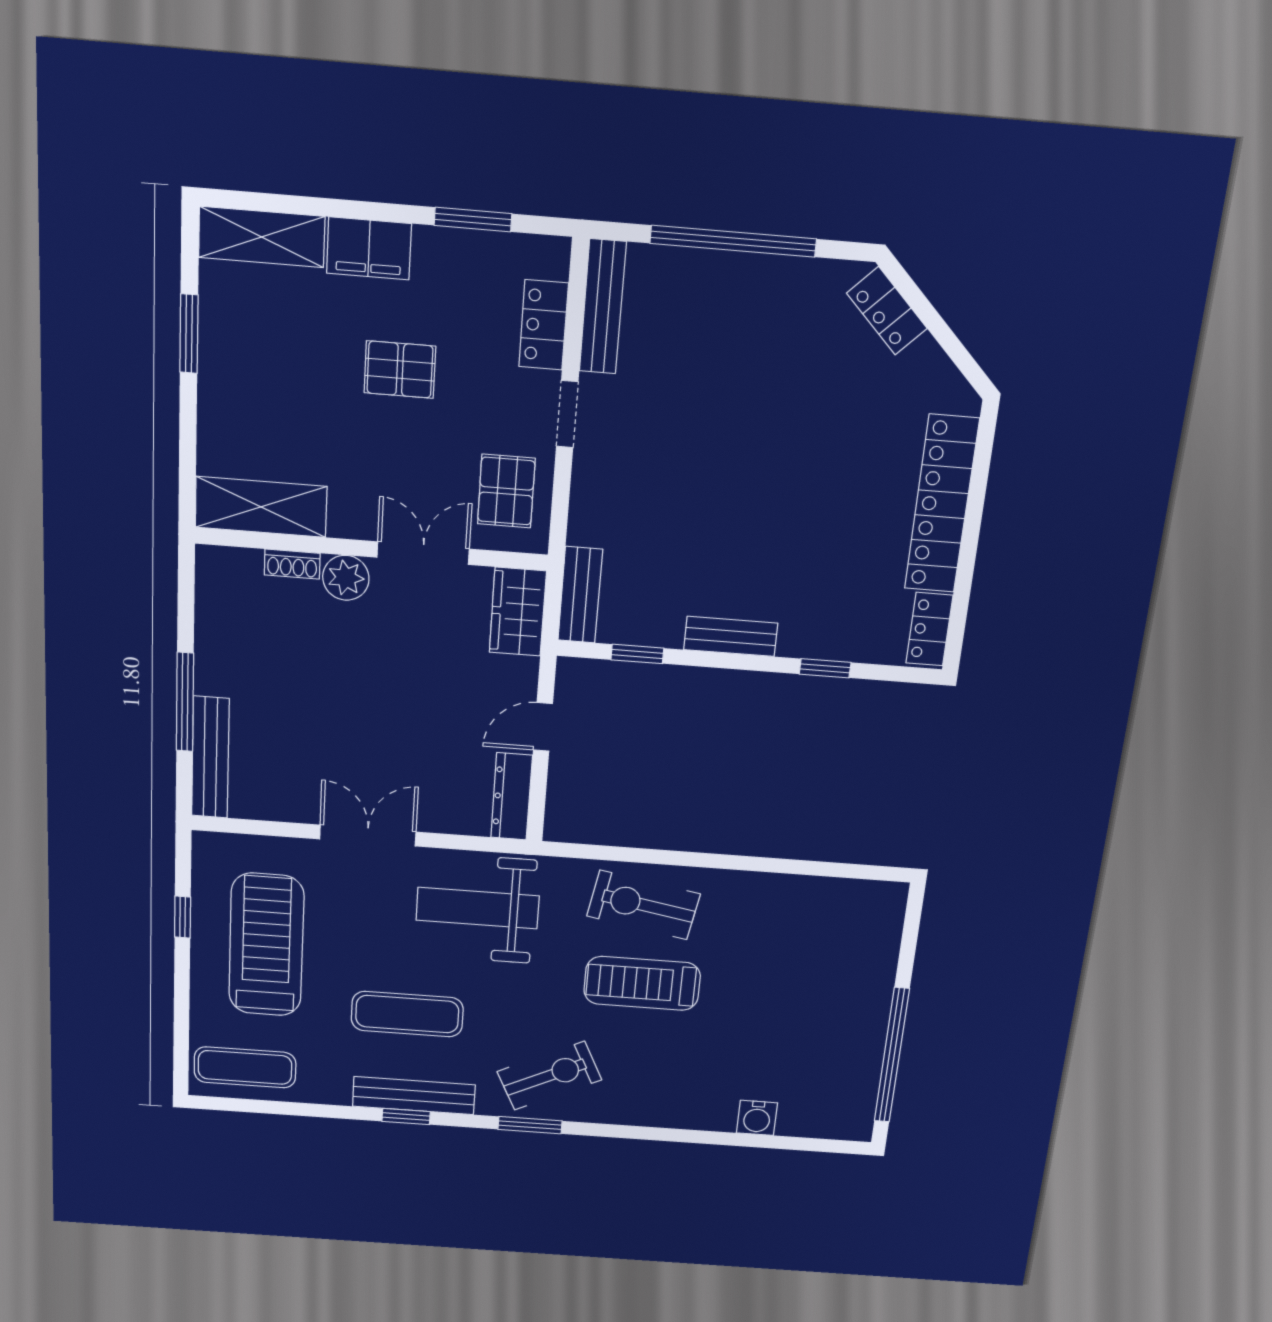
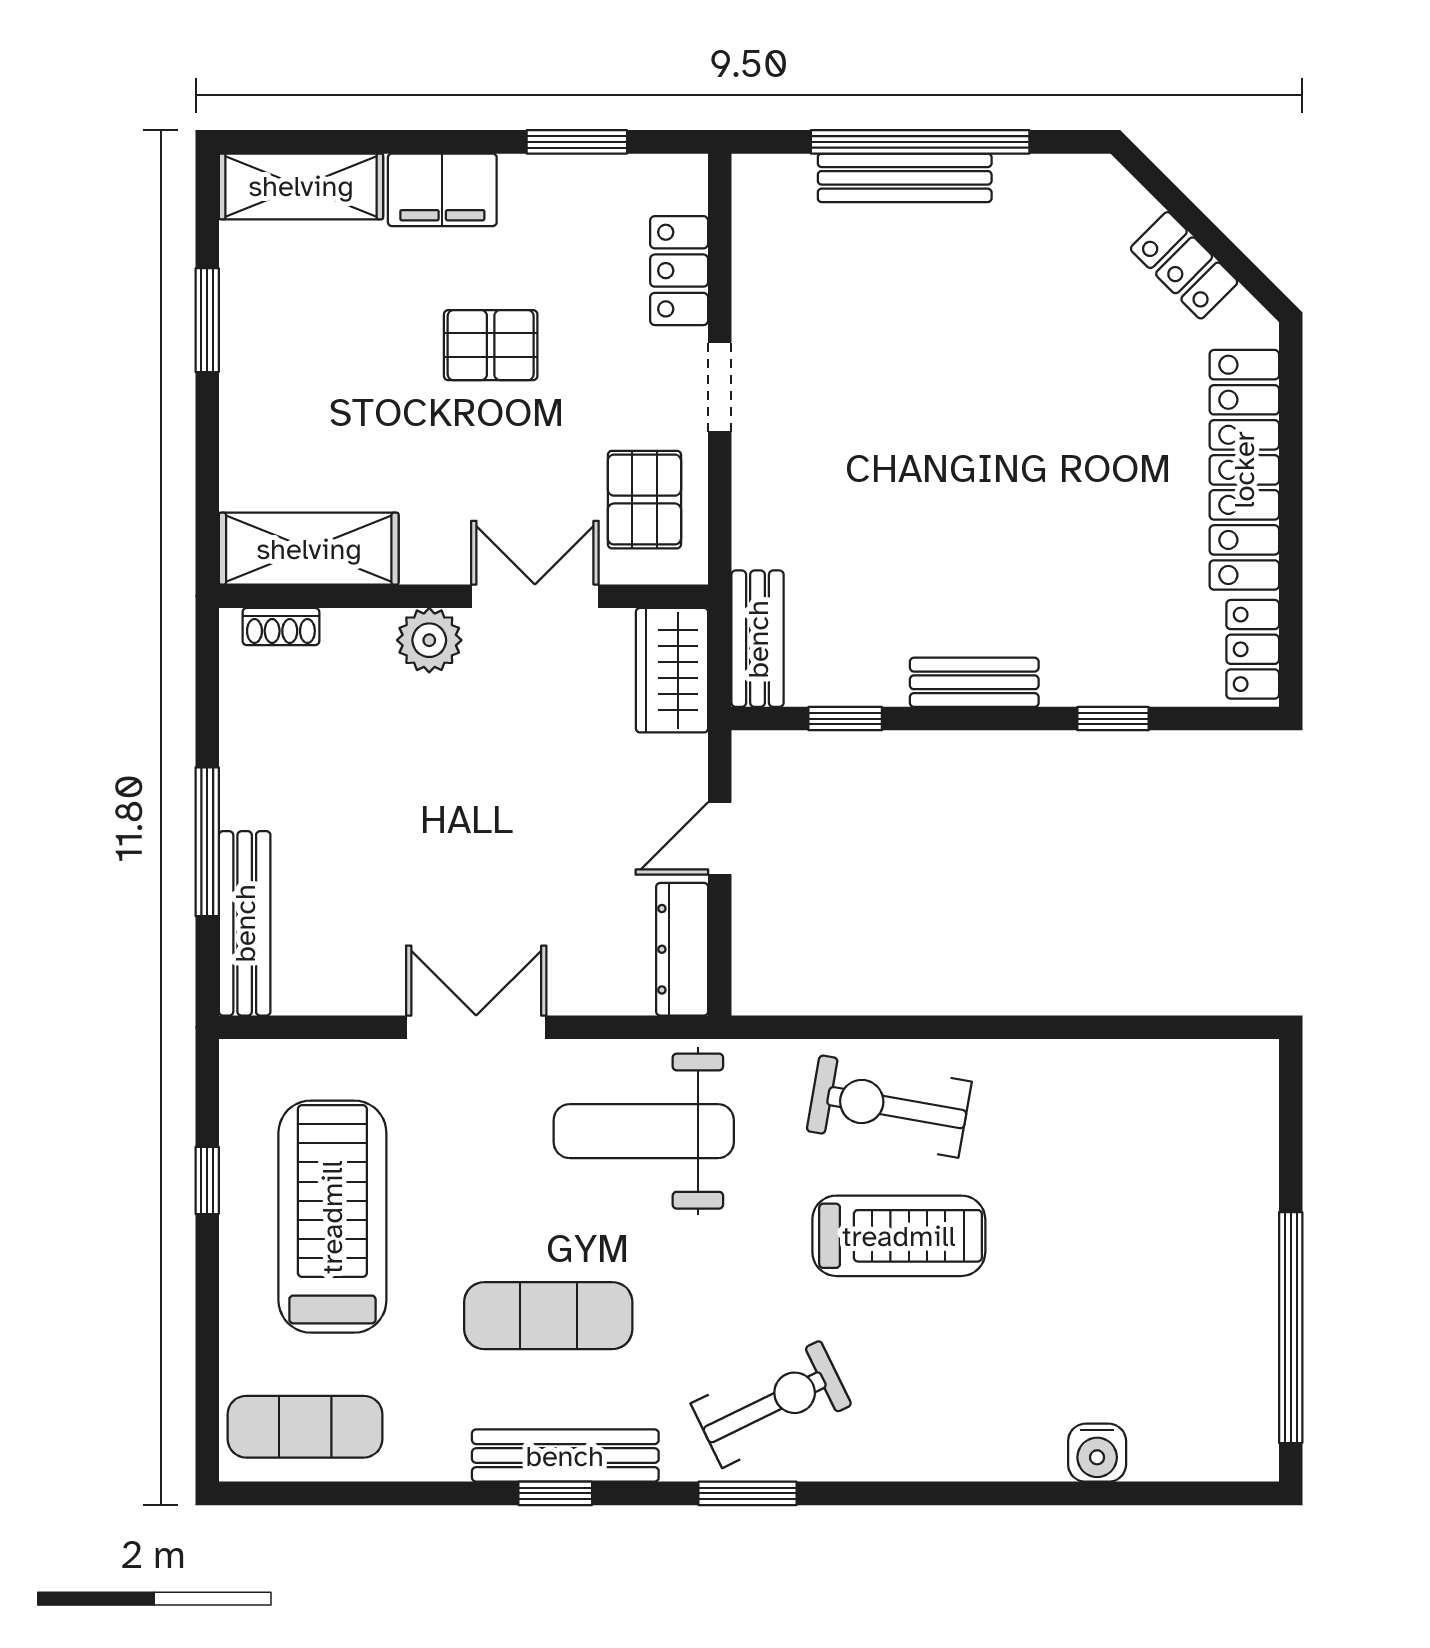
bench: (603, 307) -> (905, 178), moved, turned 90
locker: (887, 311) -> (1184, 265), moved
shoe rack: (292, 564) -> (281, 627), moved
treadmill: (642, 983) -> (899, 1236), turned 180

